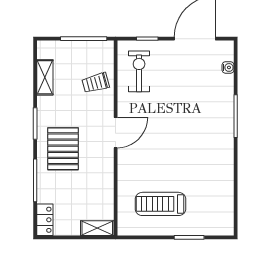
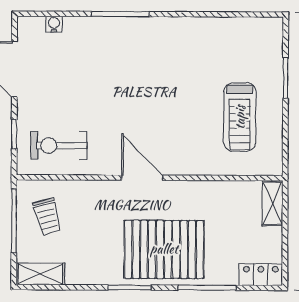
shelving: (45, 77) -> (40, 274), moved
trolley: (96, 83) -> (47, 217), moved
pallet: (63, 149) -> (164, 249), width x1.37, depth x1.41

